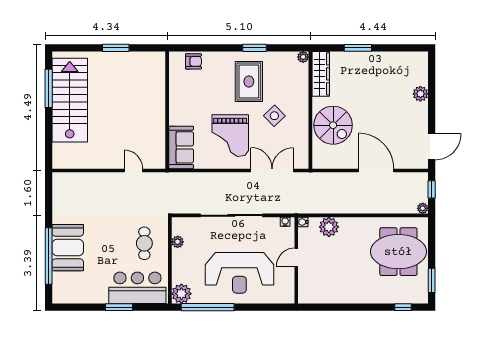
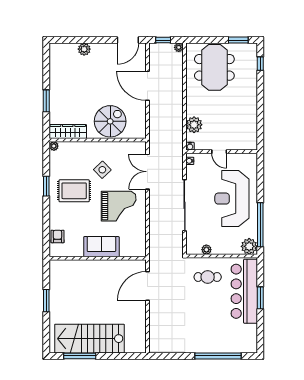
sofa: (181, 147) -> (101, 247), moved
door: (432, 147) -> (128, 40), swing flipped
door: (133, 170) -> (147, 286), width x1.88
door: (376, 170) -> (147, 86), hinge flipped
booth: (68, 248) -> (211, 340), removed
reception desk: (239, 273) -> (232, 199), turned 180
bar counter: (137, 288) -> (244, 291), width x1.36

